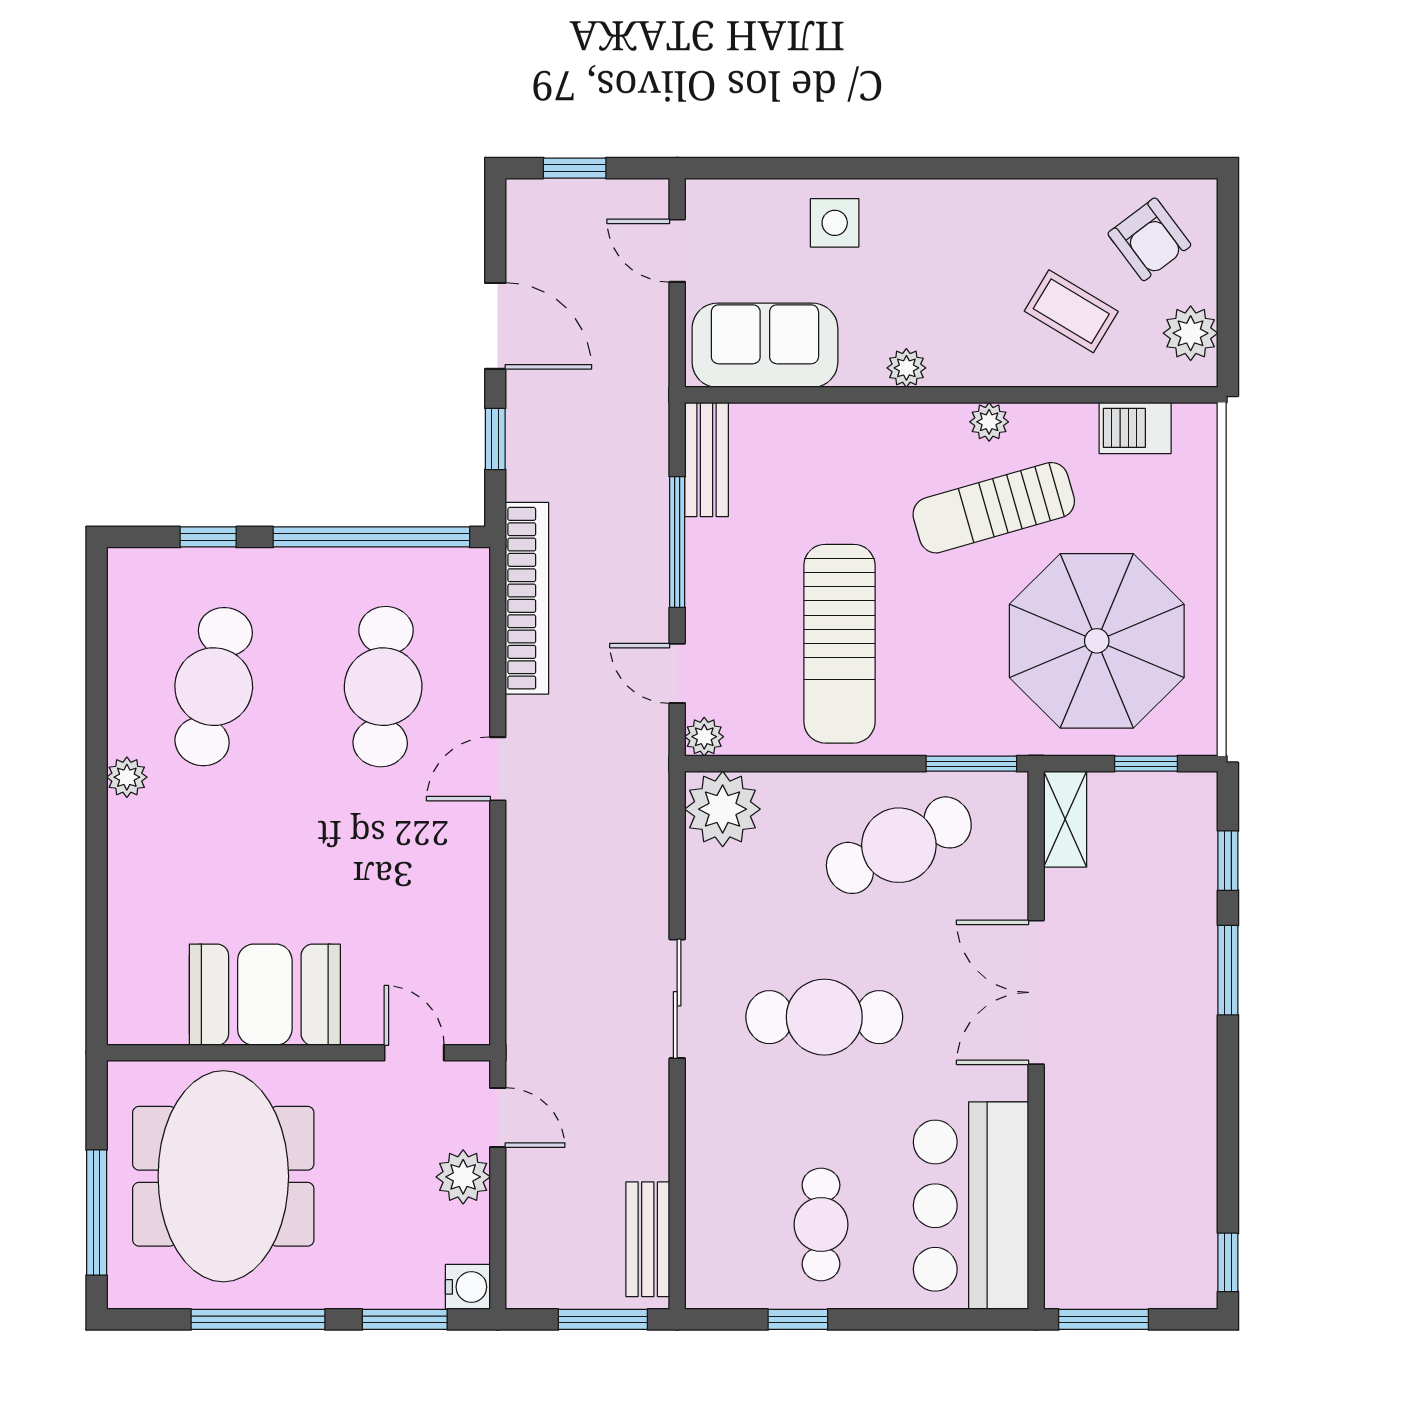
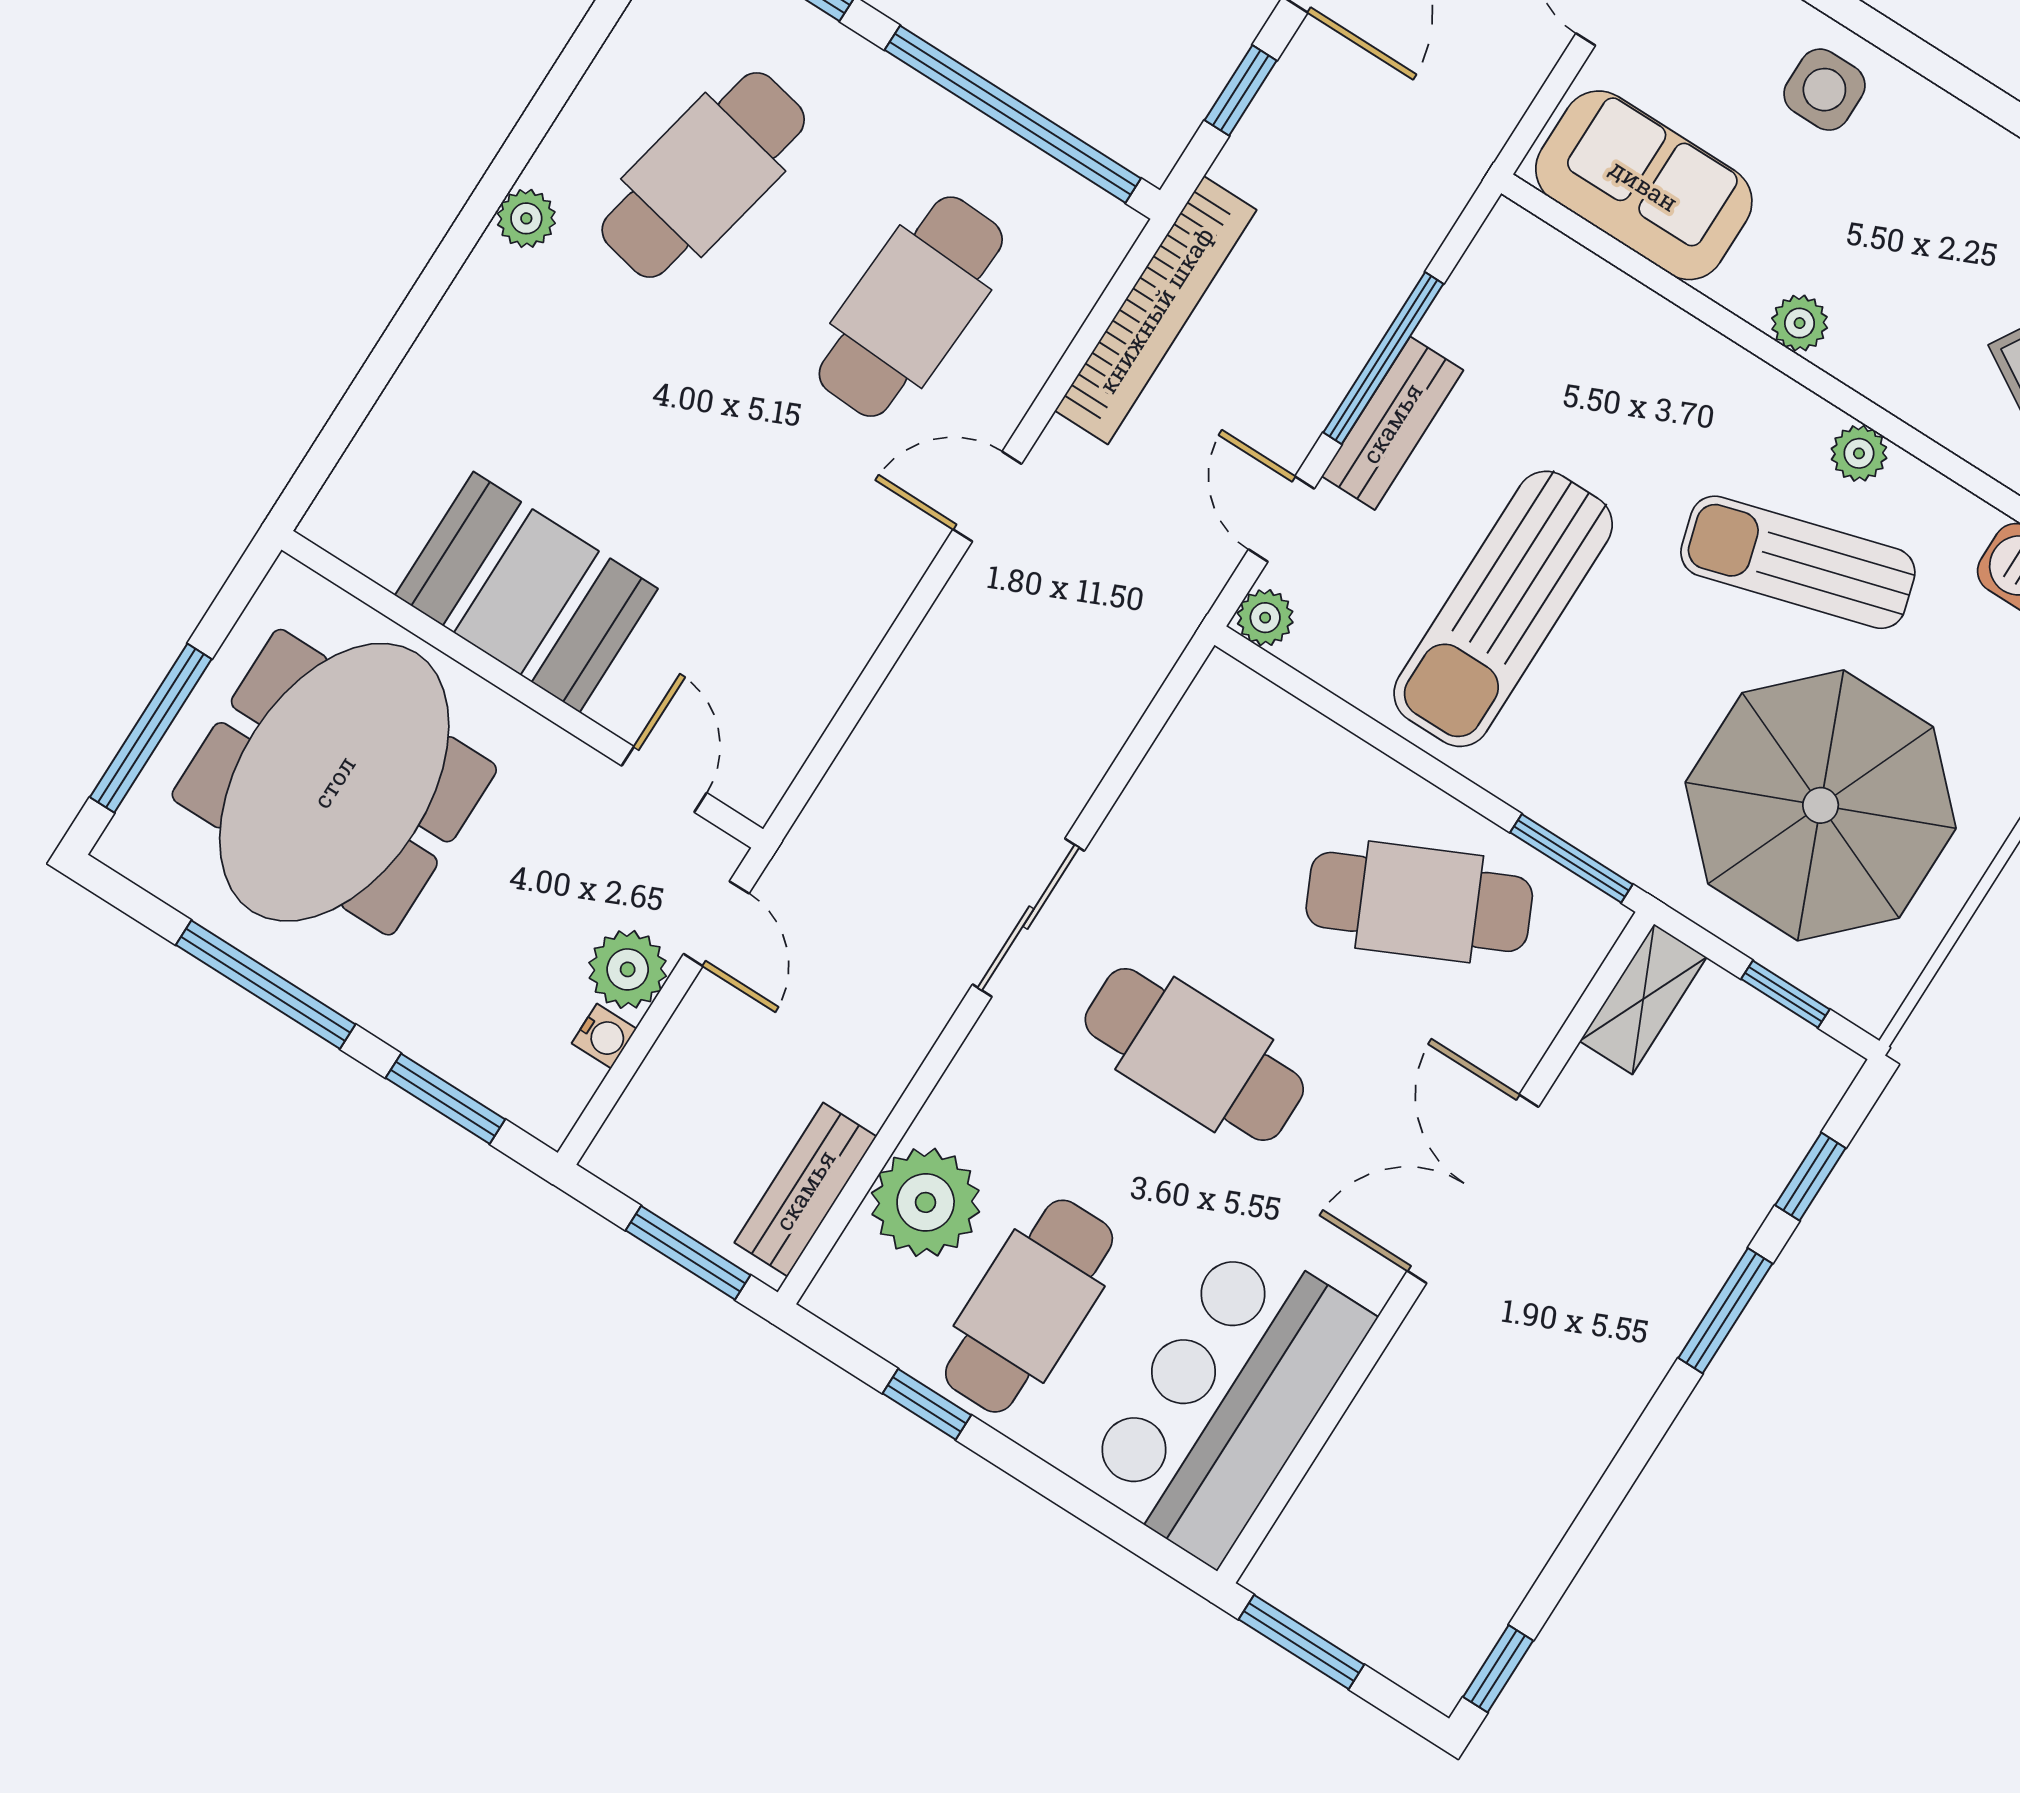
bench: (706, 459) -> (1392, 423), moved
plant: (723, 809) -> (926, 1202), moved
cafe table: (821, 1225) -> (1029, 1306), width x1.37, depth x1.35
water cooler: (468, 1287) -> (604, 1036), moved, width x0.72, depth x0.72

